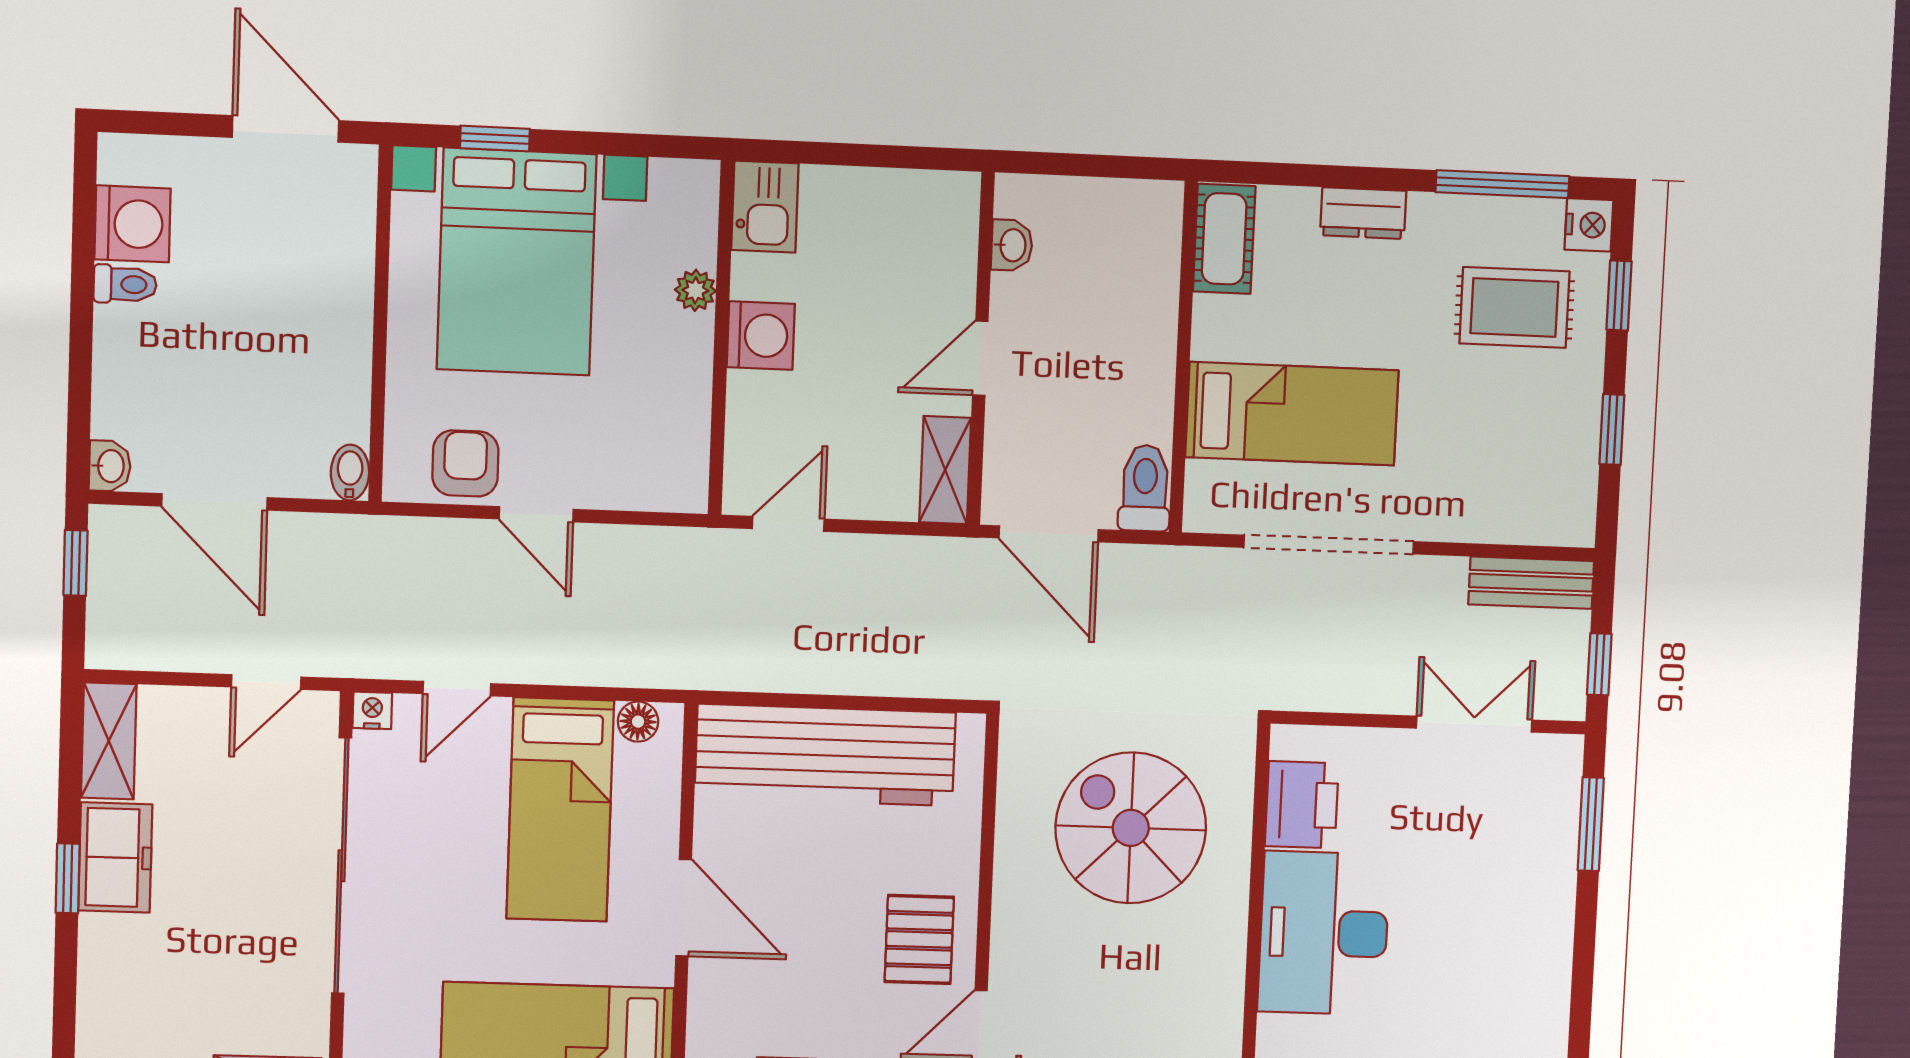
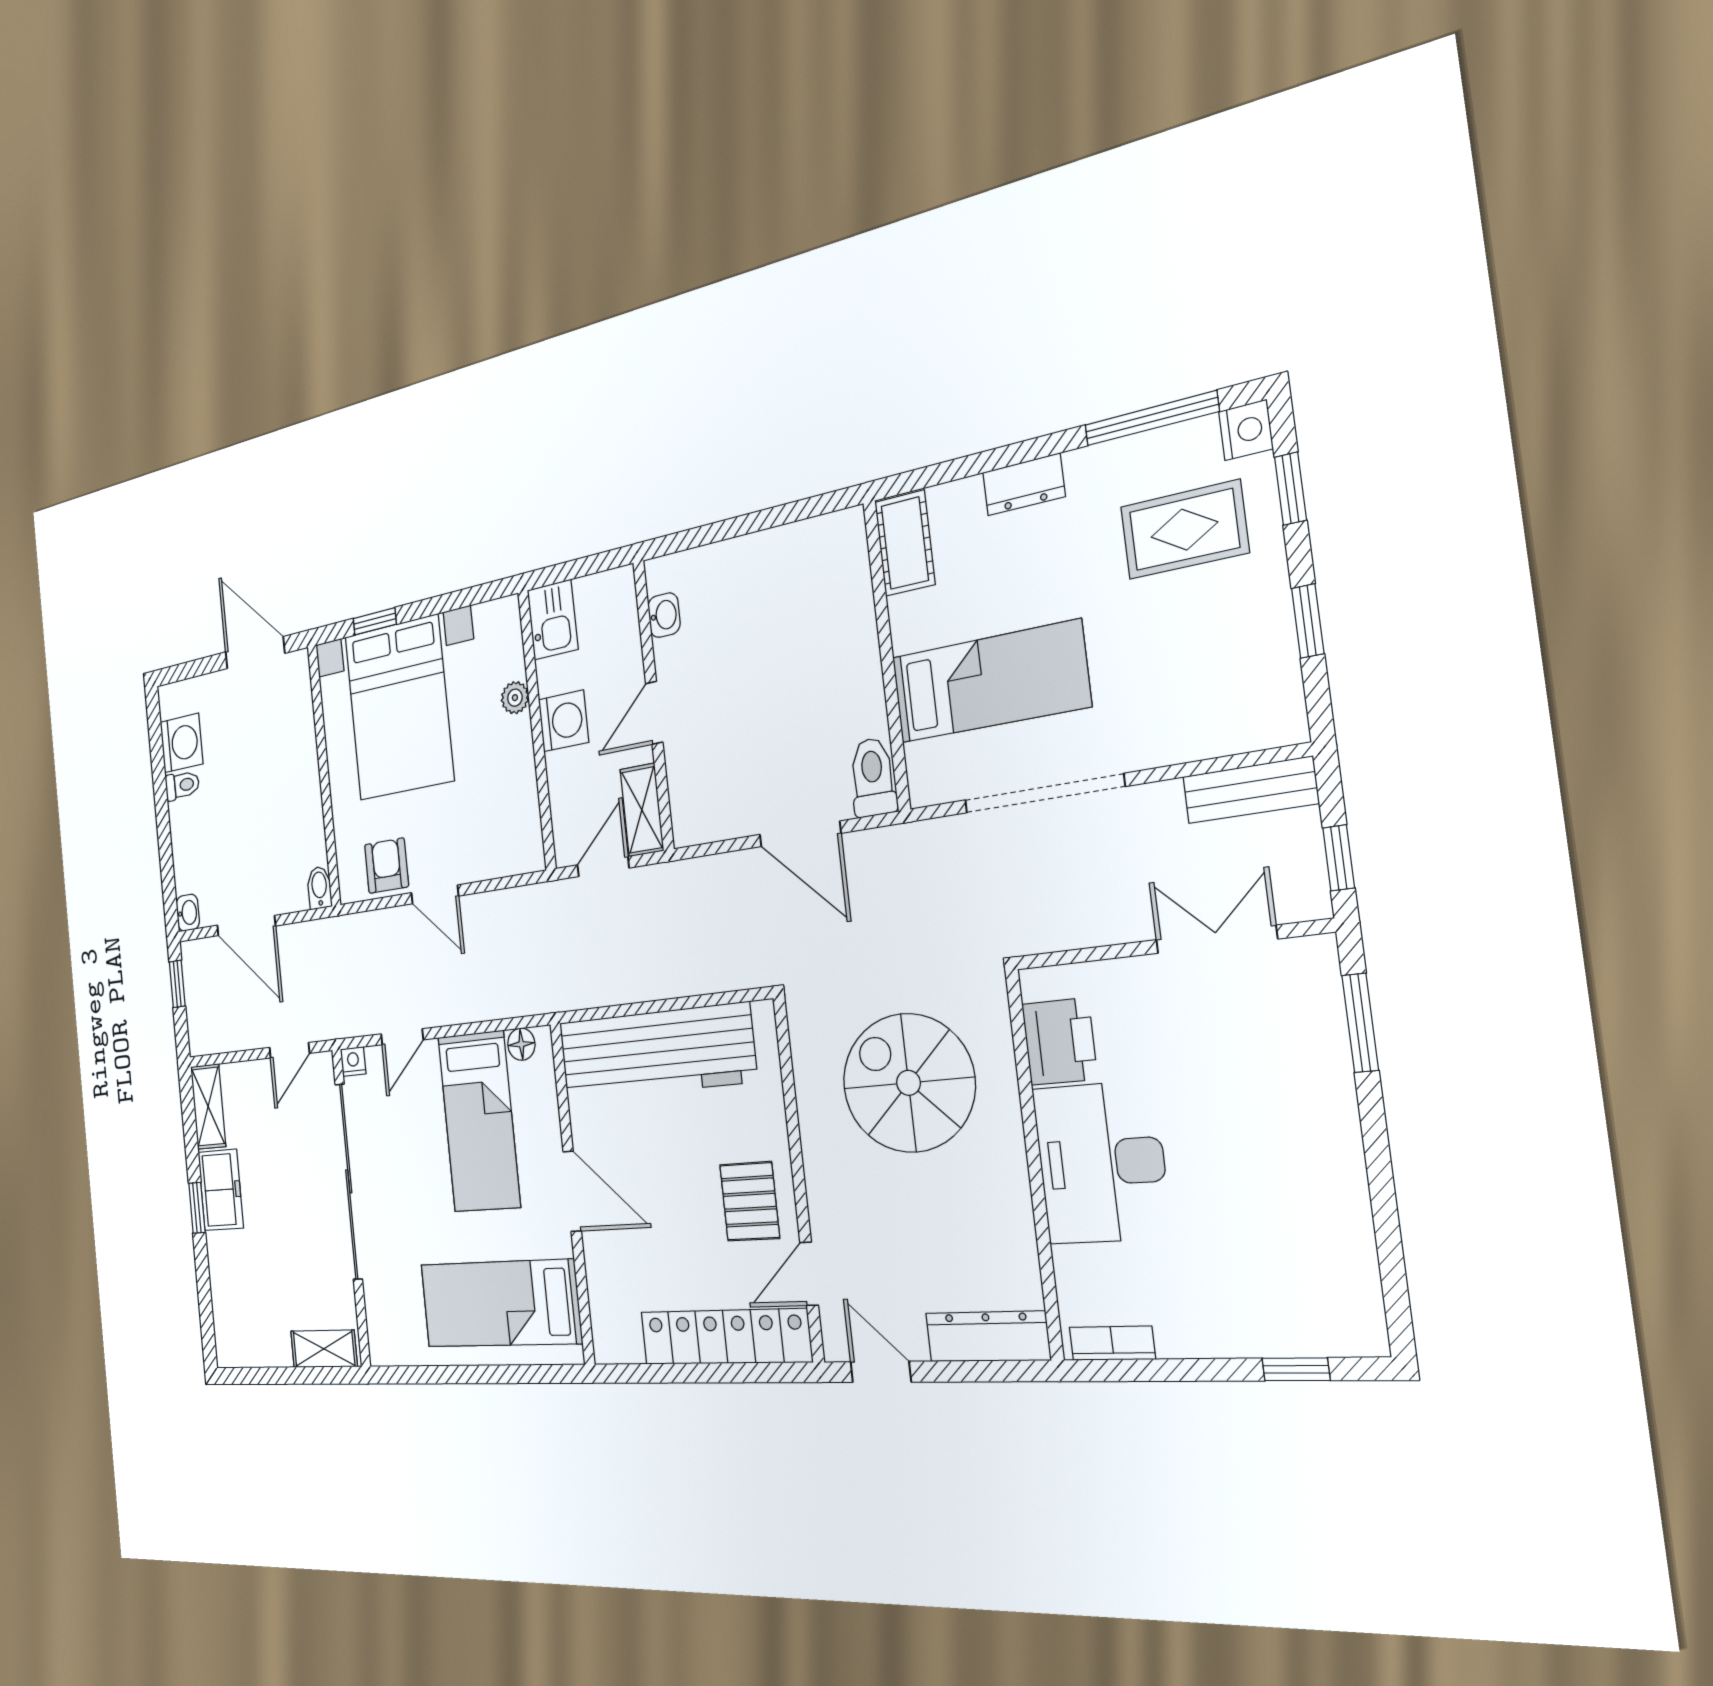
washbasin: (1012, 245) -> (664, 615), moved
wall: (981, 349) -> (653, 705), moved
door: (980, 358) -> (654, 713), moved
shelving: (945, 470) -> (642, 810), moved

